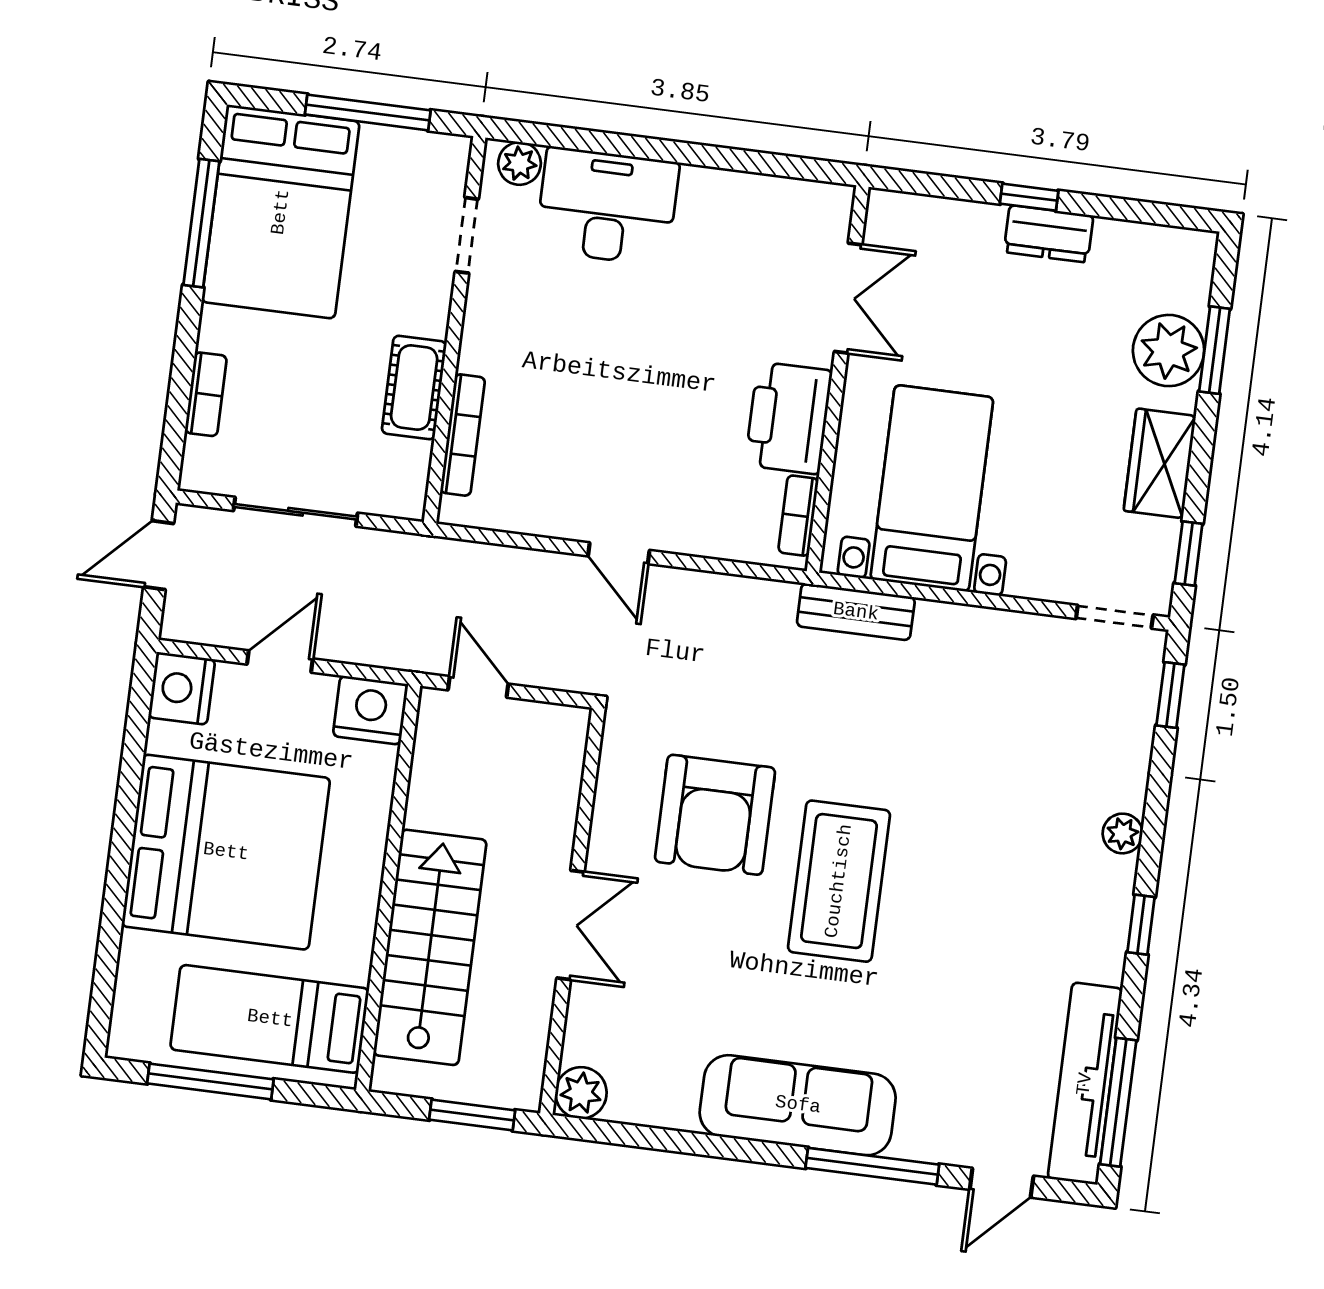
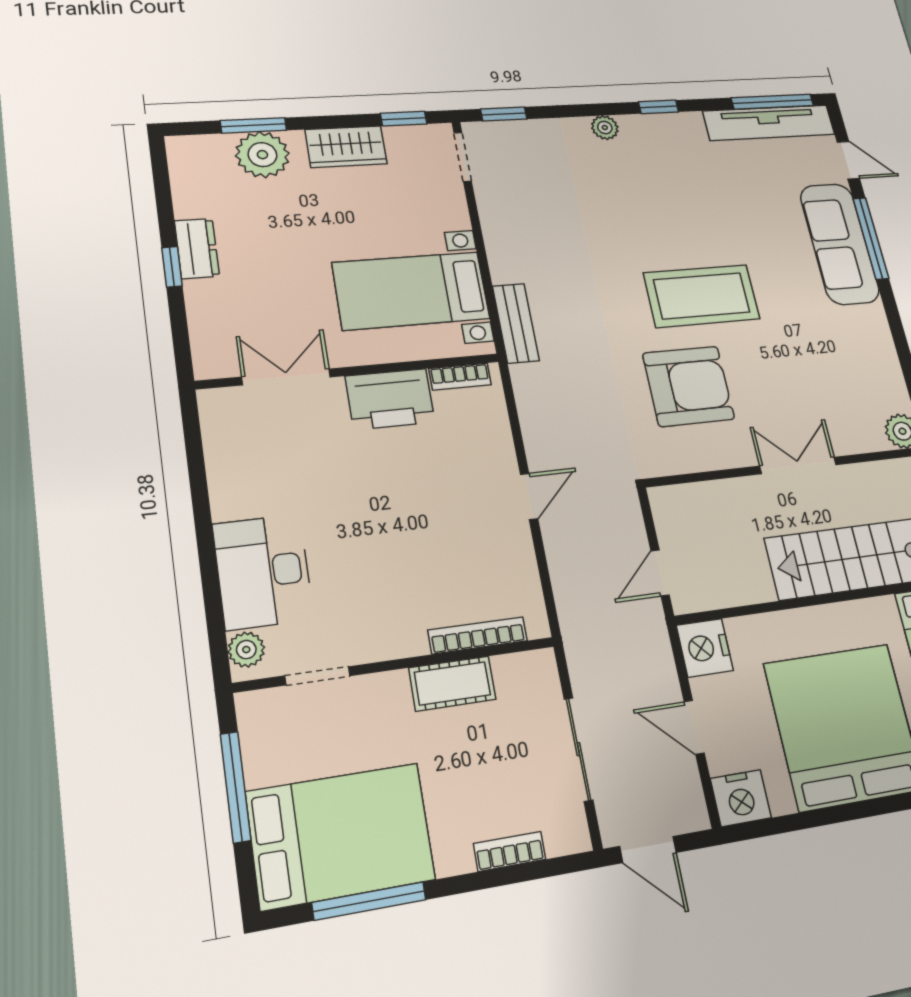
sofa: (798, 1105) -> (840, 244), moved

